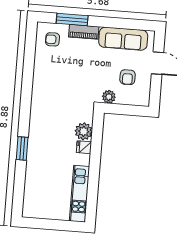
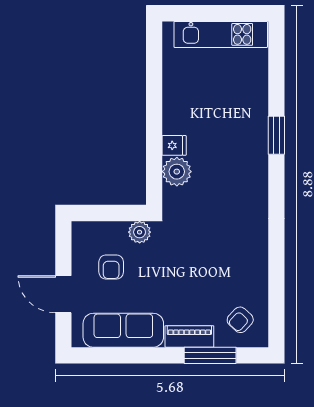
armchair: (53, 39) -> (240, 320), turned 133
armchair: (128, 77) -> (111, 267), turned 180
kitchen unit: (80, 194) -> (221, 34), moved, turned 90

